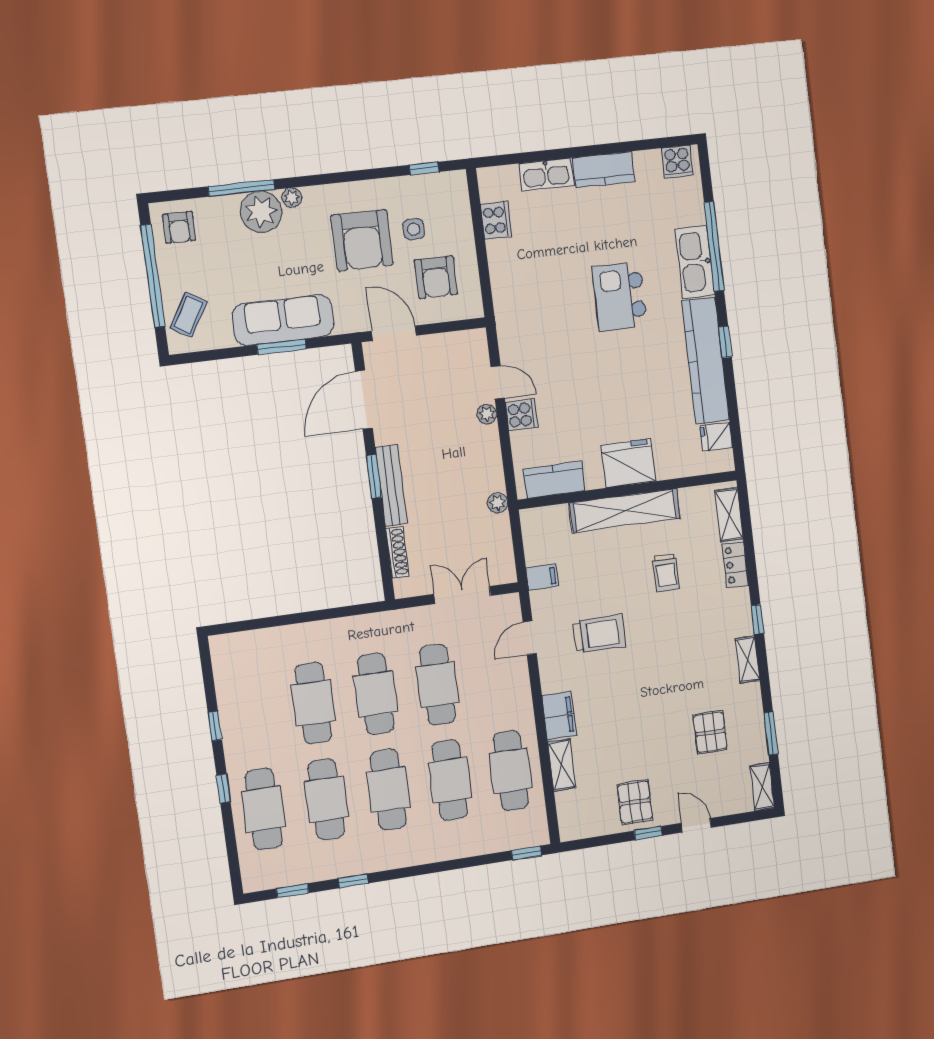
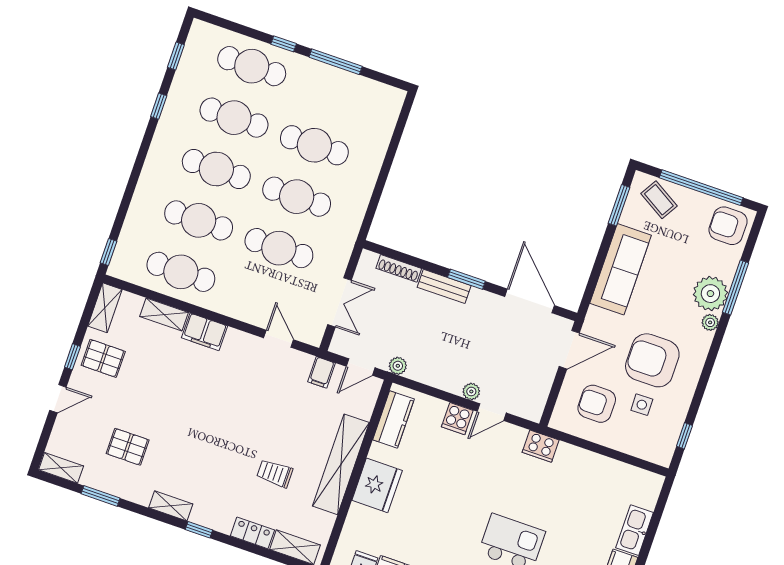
cooker: (496, 220) -> (541, 446), moved
armchair: (179, 227) -> (728, 226), width x1.38, depth x1.38
window: (282, 347) -> (619, 205), moved
bench: (391, 485) -> (444, 286), width x0.73
door: (517, 540) -> (361, 367), added
trolley: (599, 634) -> (253, 396), removed
window: (215, 726) -> (336, 62), width x2.17
shelving: (584, 827) -> (105, 308), added

